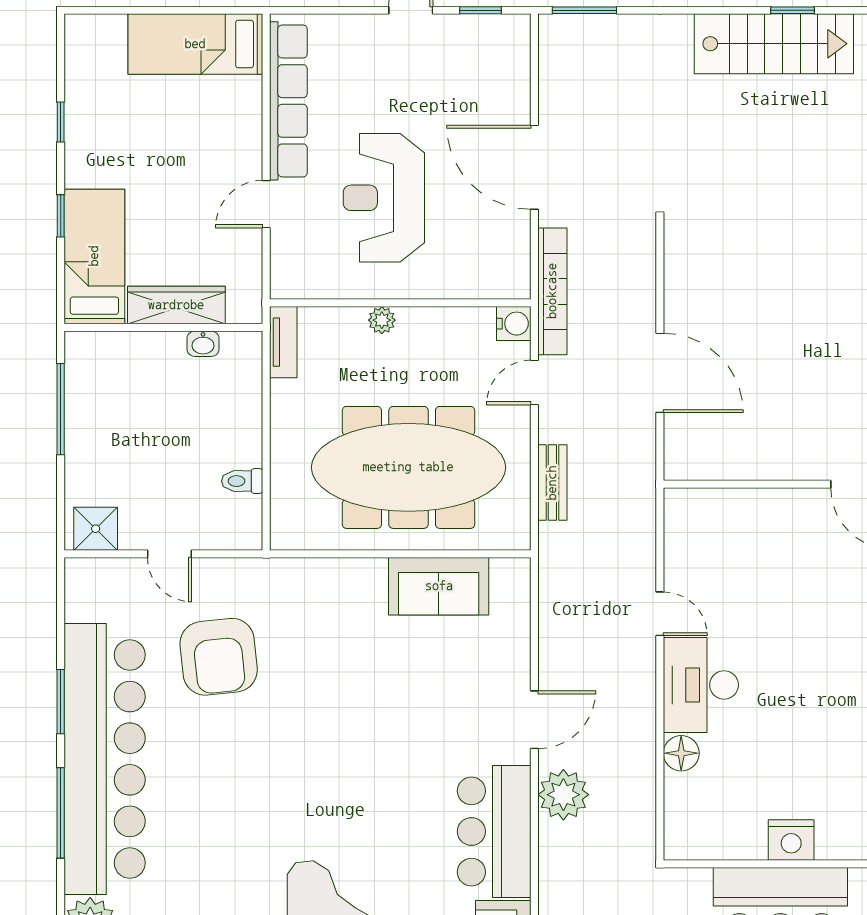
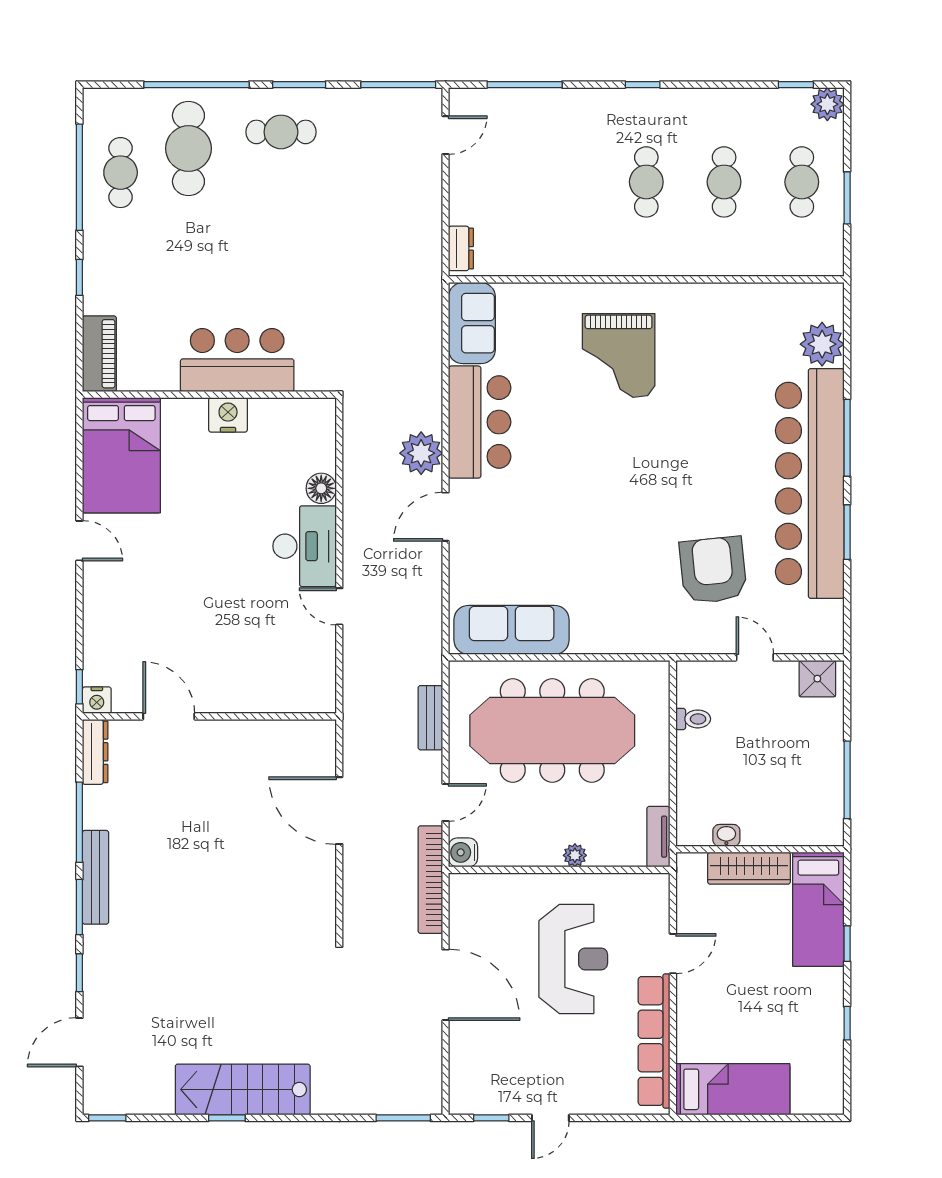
sofa: (439, 586) -> (512, 630), width x1.36

